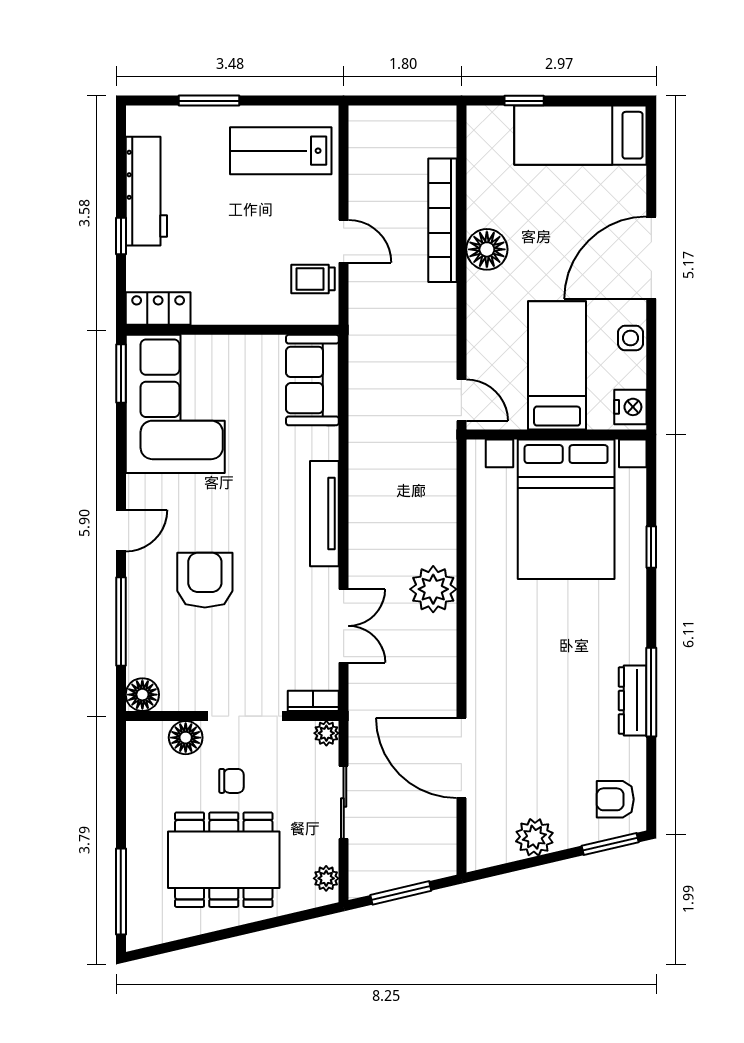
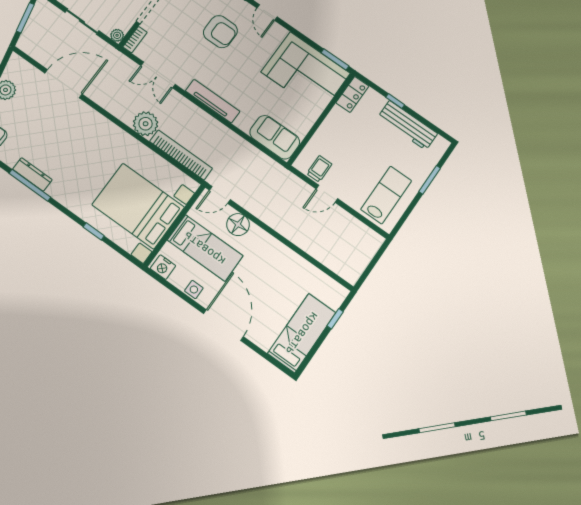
bookcase: (442, 220) -> (181, 155), moved
floor lamp: (487, 249) -> (238, 225), moved

